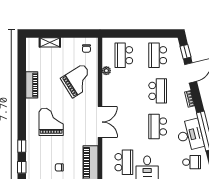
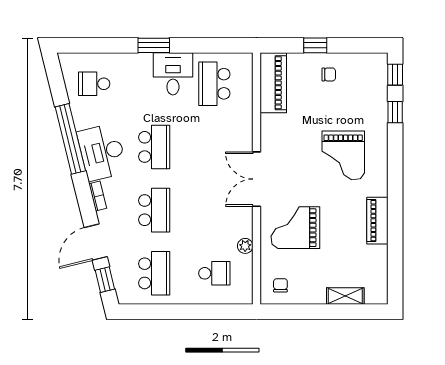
school desk: (124, 55) -> (214, 273), width x0.54
grand piano: (78, 81) -> (295, 228), turned 32
school desk: (158, 91) -> (154, 210), turned 180
double door: (100, 122) -> (256, 179), moved
desk: (190, 135) -> (102, 152), moved

